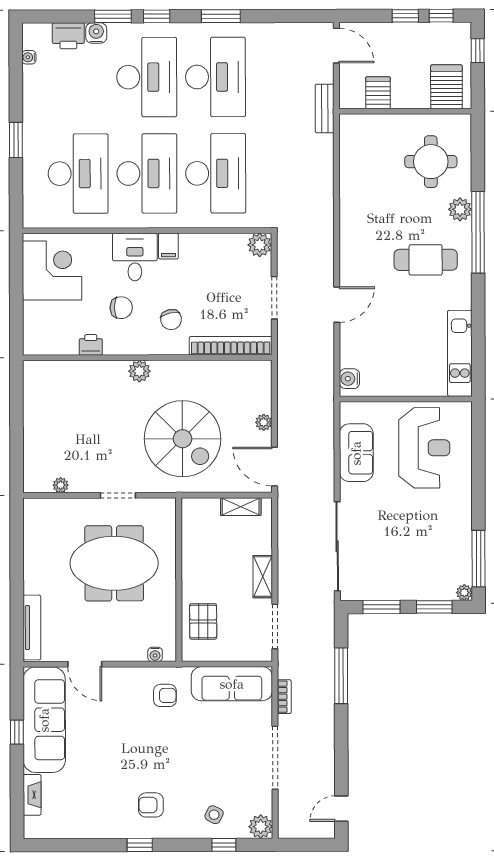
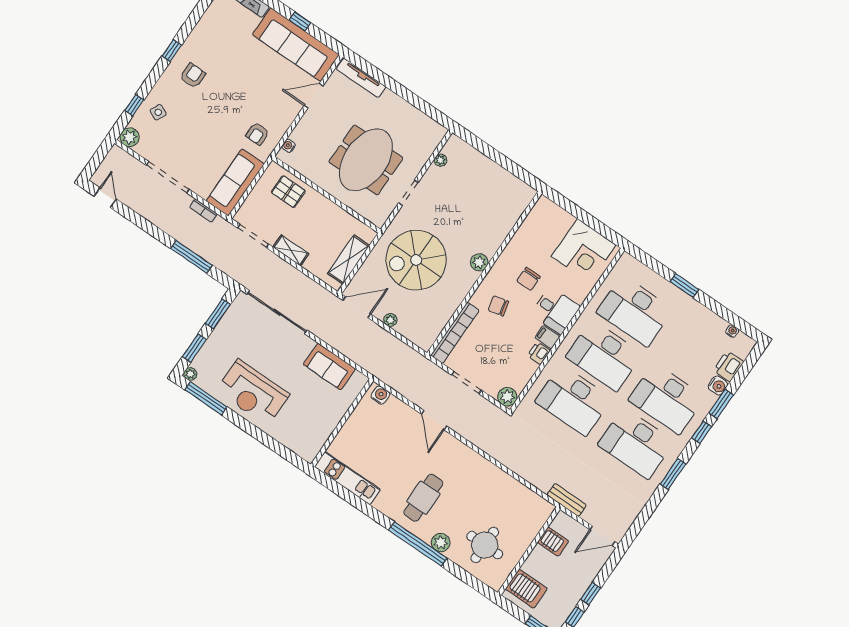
printer: (91, 345) -> (539, 353), moved, turned 180
reception desk: (424, 448) -> (253, 392), moved
shelving: (241, 507) -> (349, 260), width x1.50, depth x1.33

